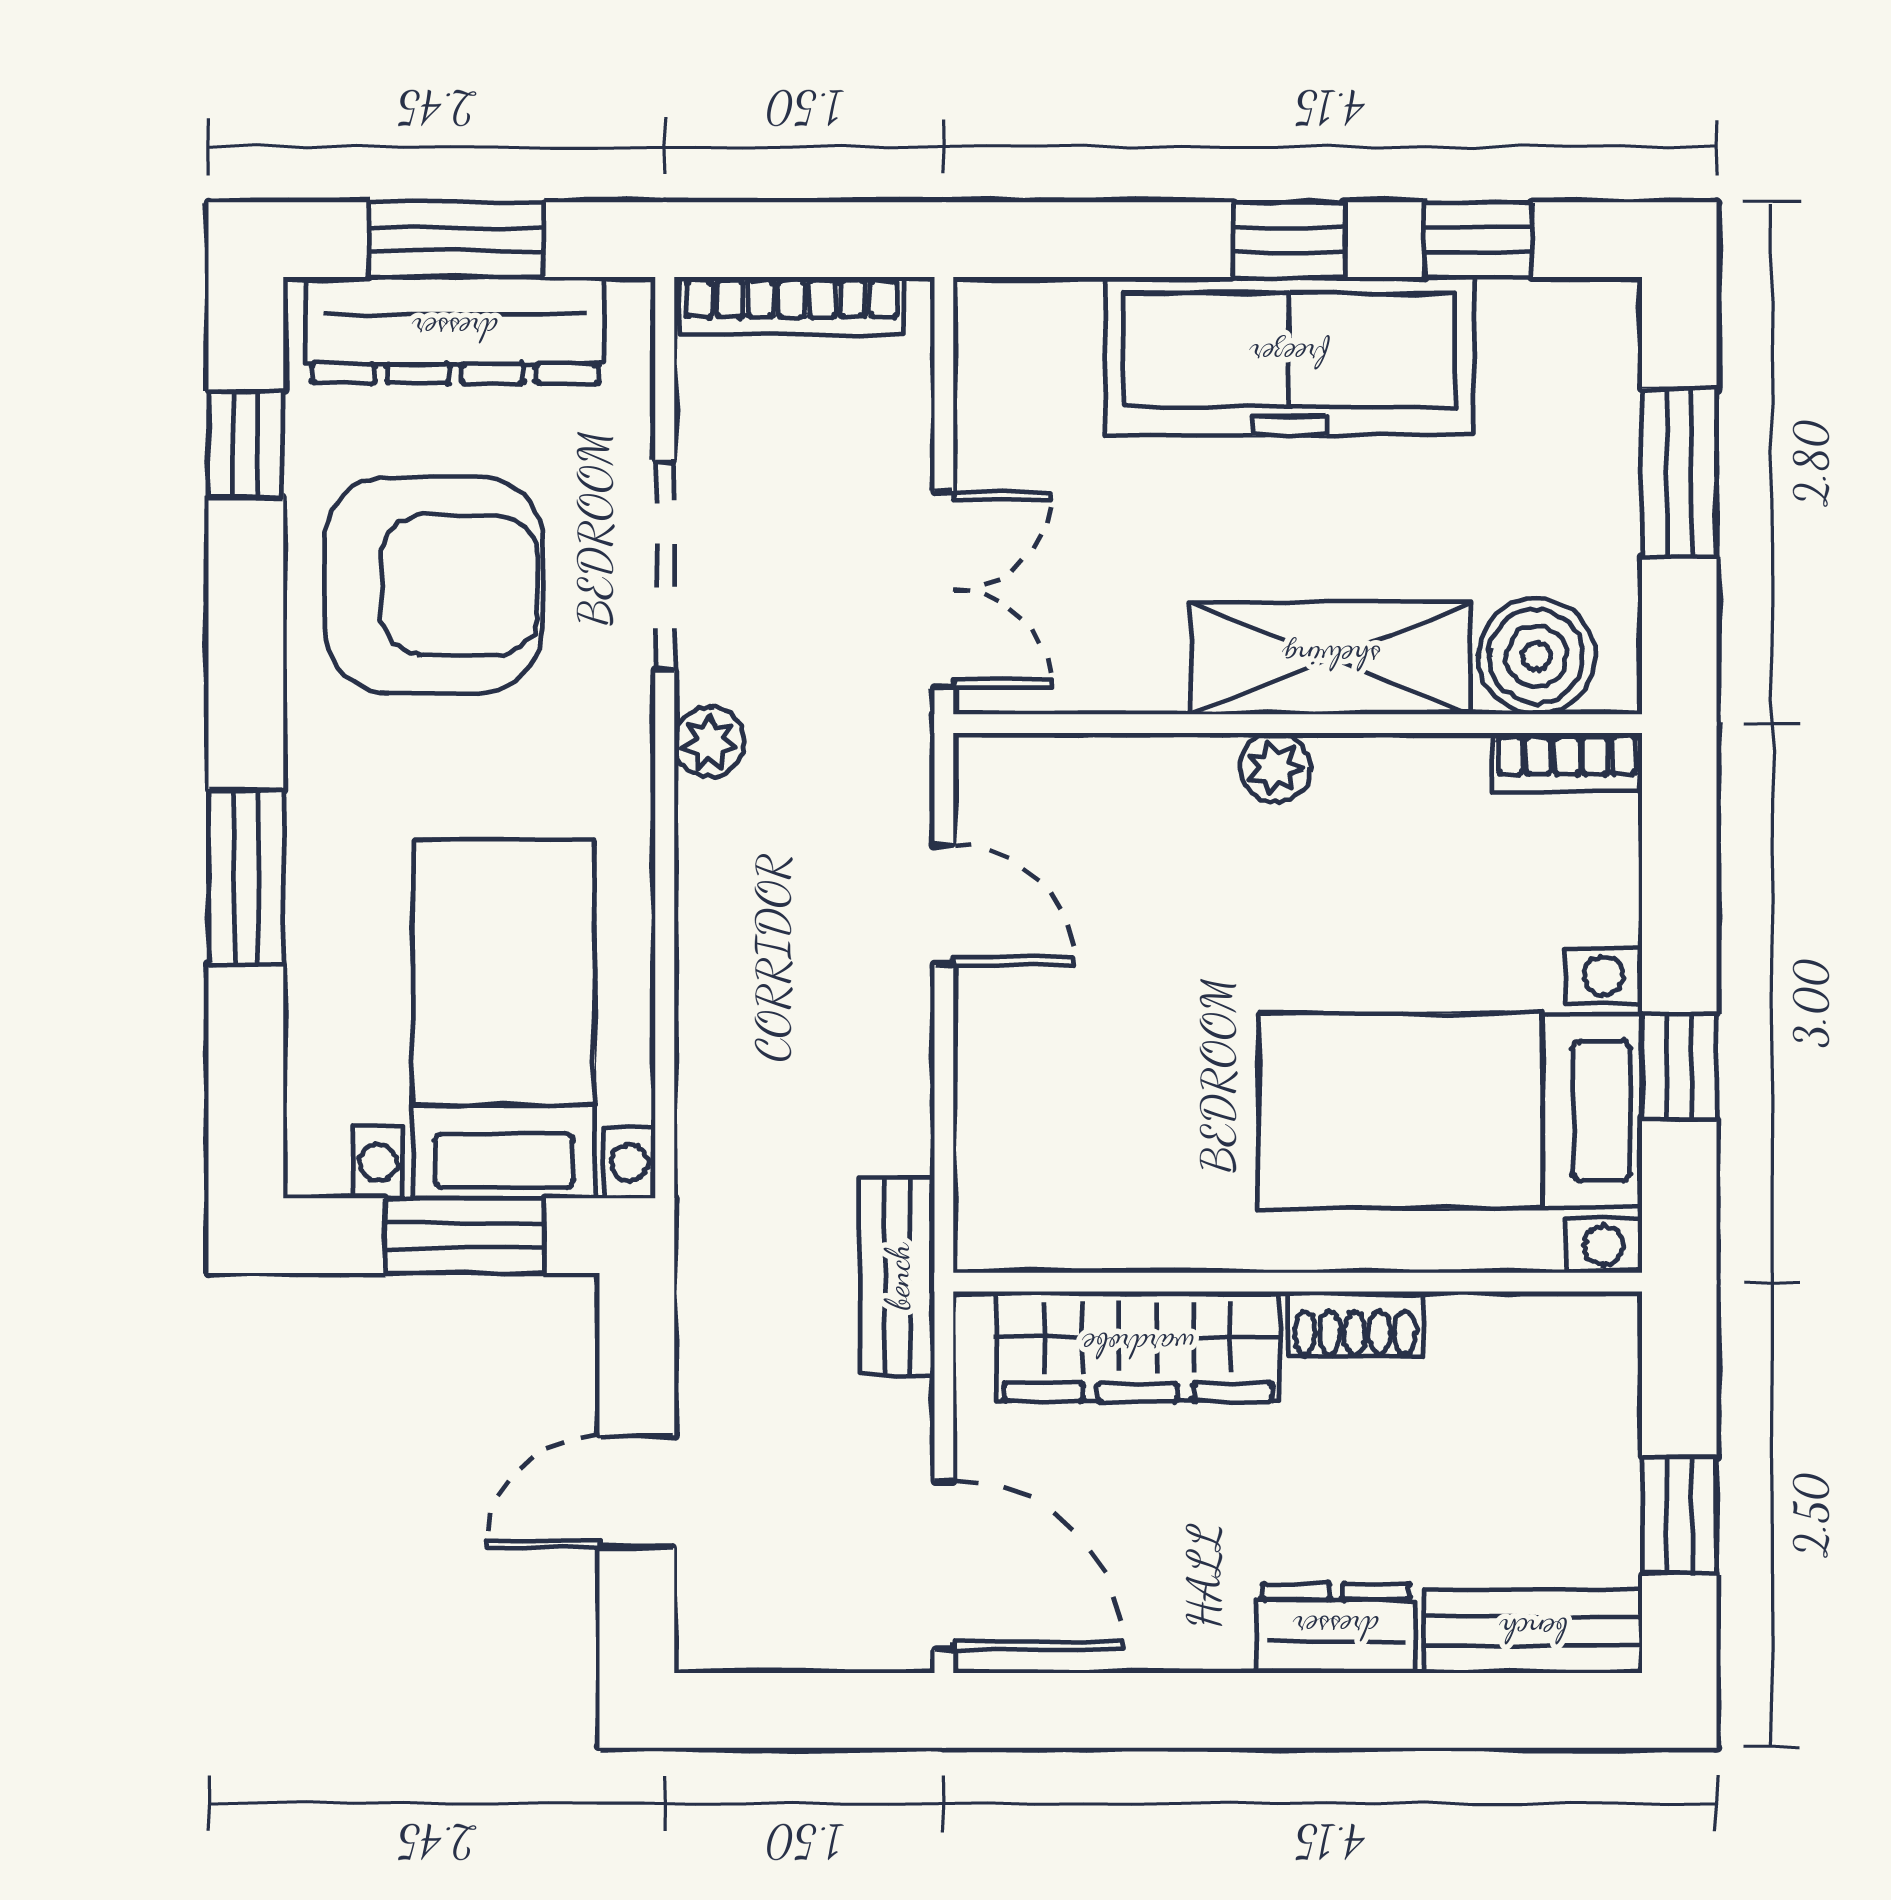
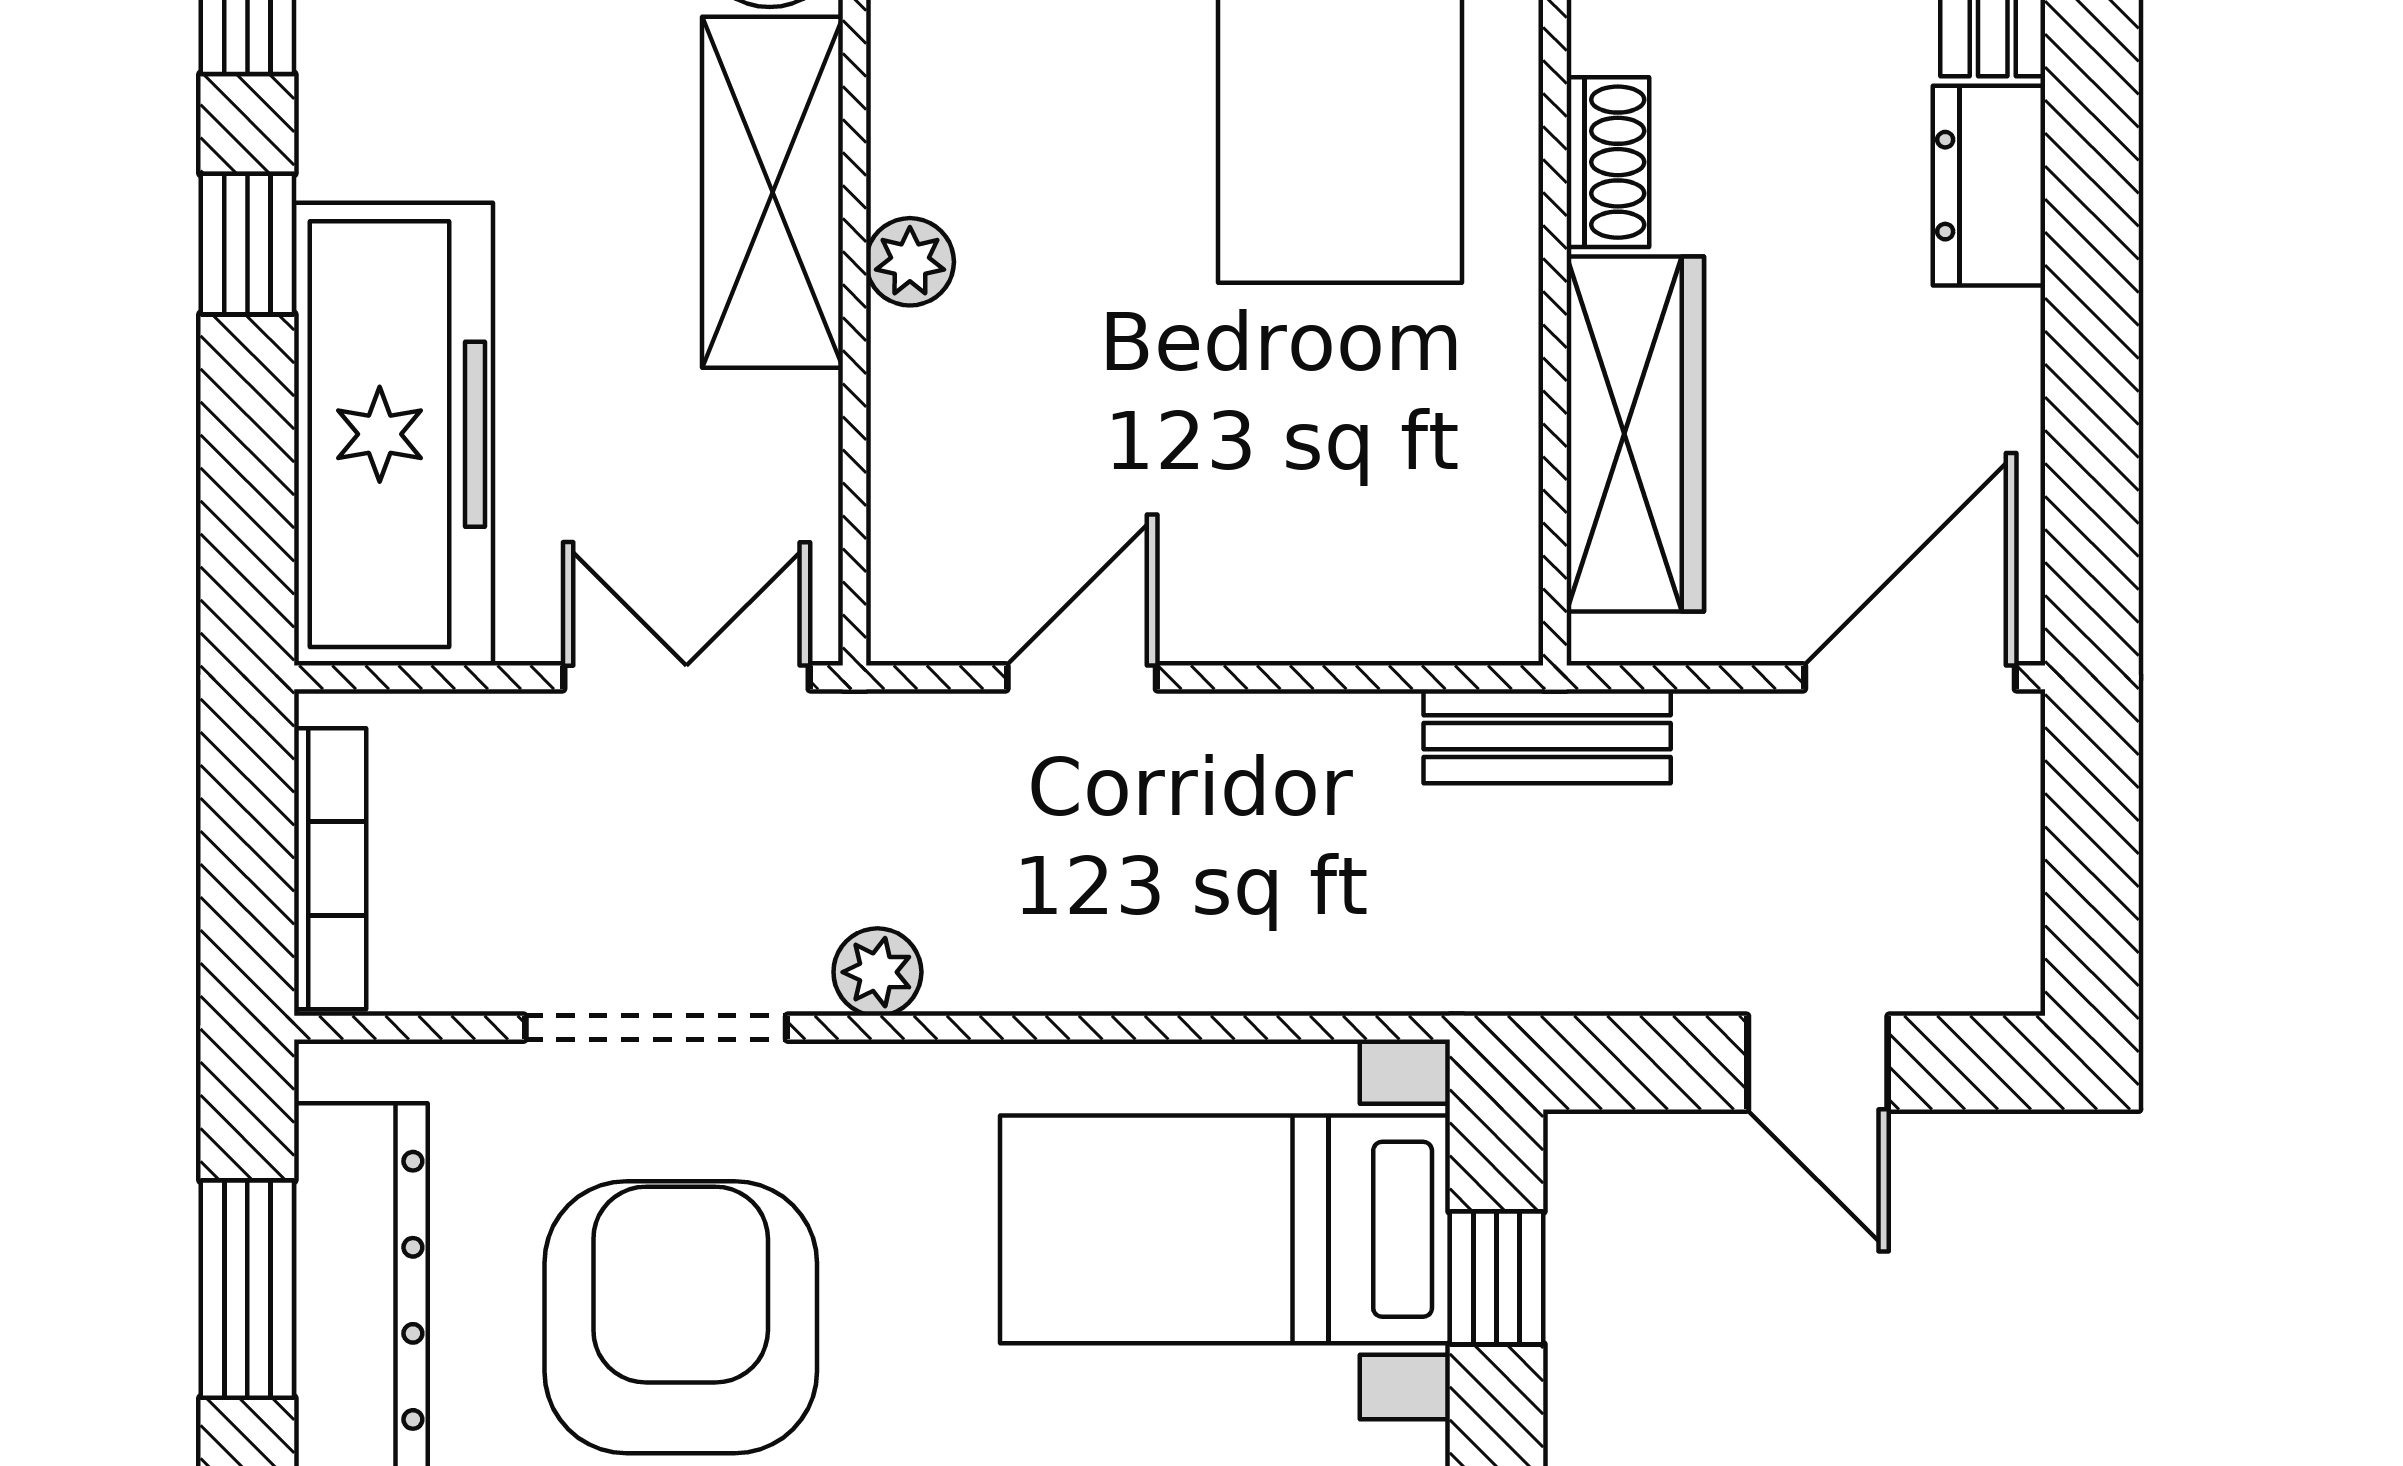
freezer: (1289, 356) -> (393, 434), moved
window: (465, 1236) -> (1497, 1278), width x0.67

